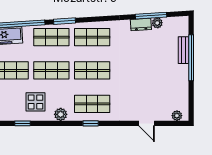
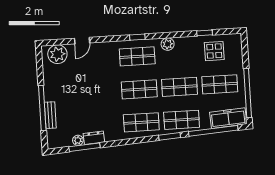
display table: (35, 102) -> (214, 51), moved
plant: (177, 116) -> (57, 54), width x1.87, depth x1.87
door: (147, 123) -> (82, 41), swing flipped

